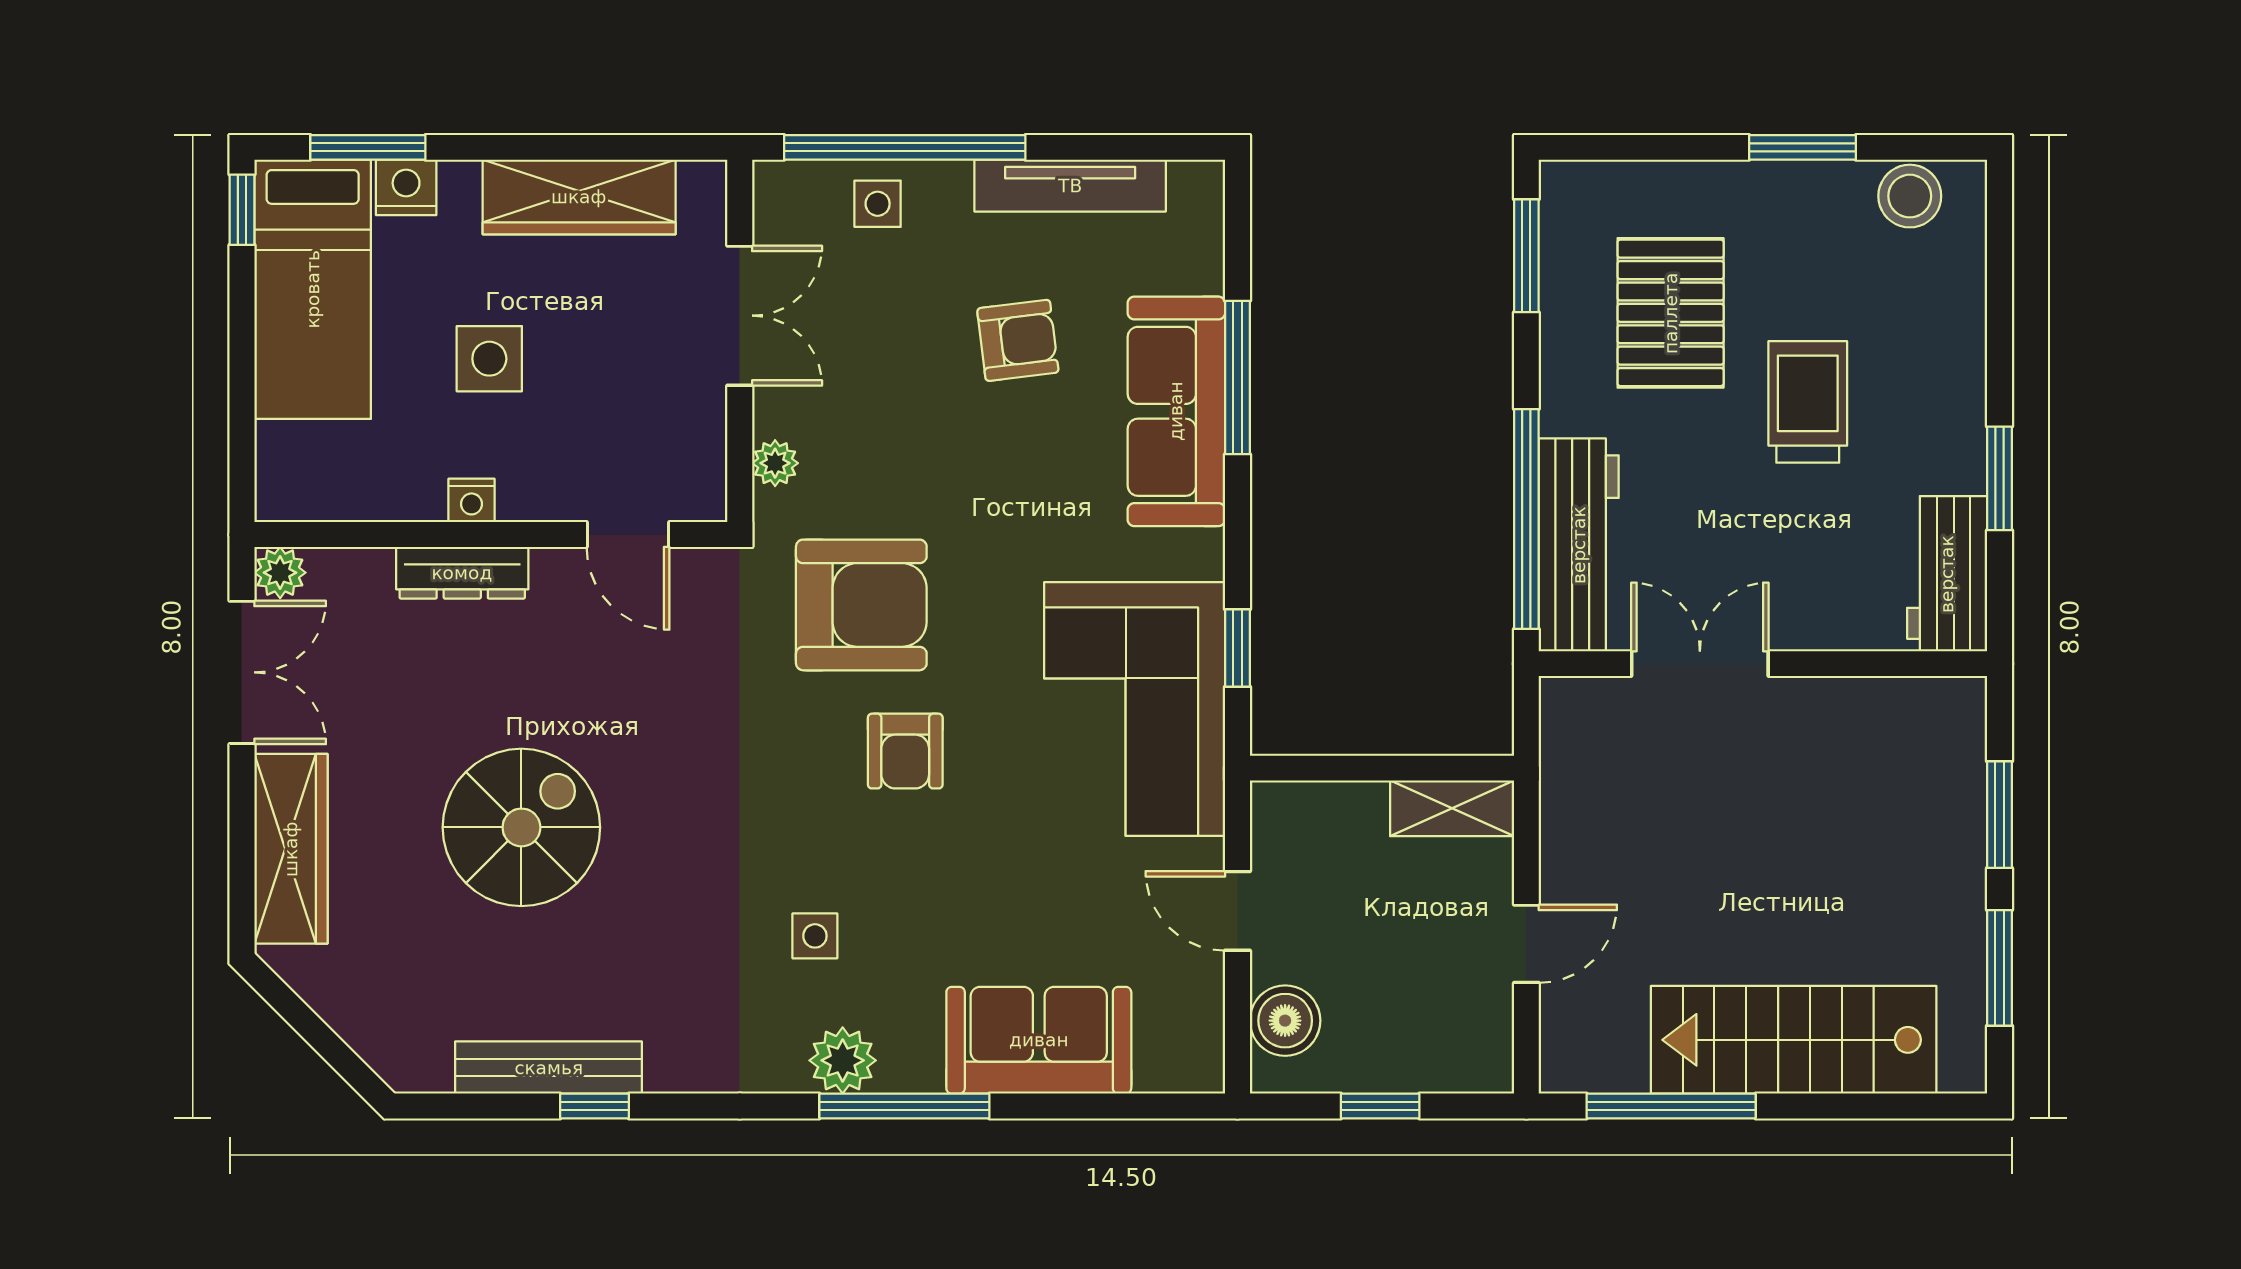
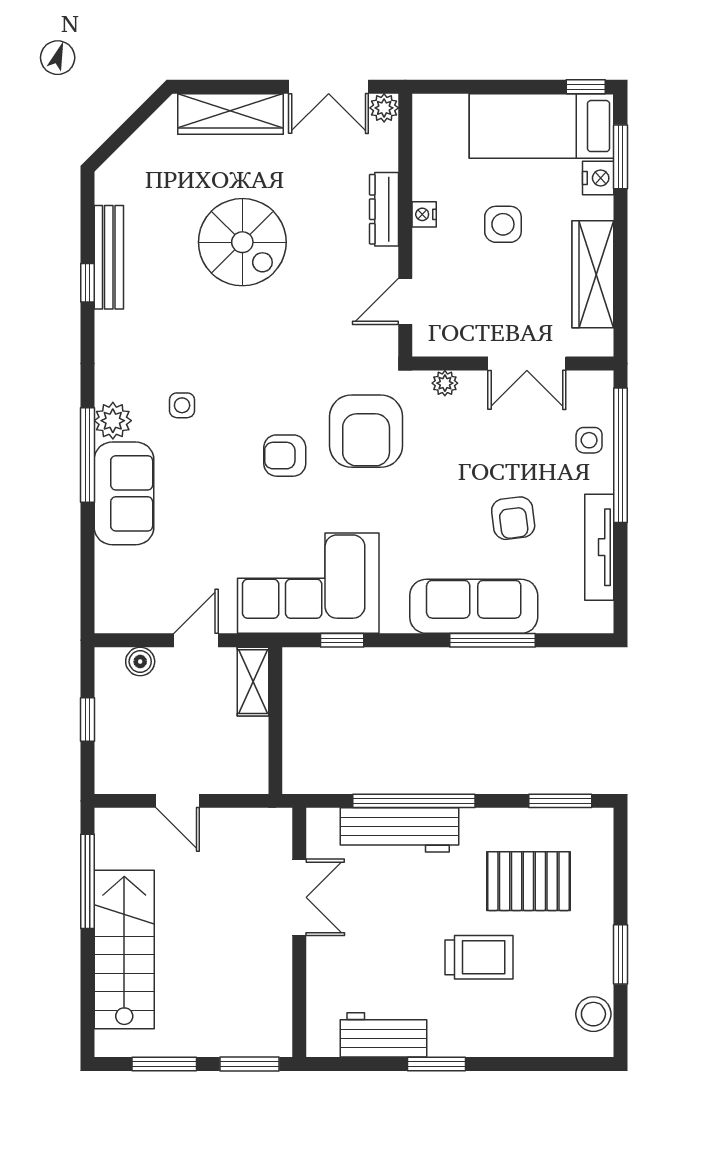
double door: (1700, 664) -> (299, 897), moved
wall: (1763, 664) -> (299, 932), moved
shelving: (1452, 808) -> (253, 682), moved
boiler: (1285, 1021) -> (140, 662), width x0.73, depth x0.73
sofa: (1039, 1040) -> (124, 493), moved

